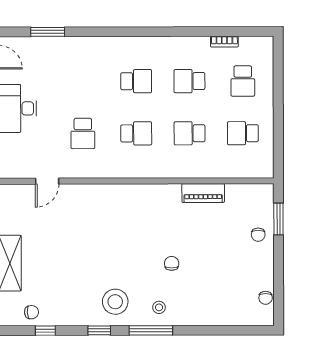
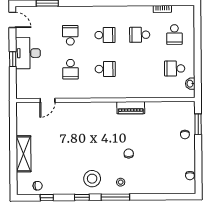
school desk: (190, 133) -> (70, 35), moved, turned 90
washbasin: (267, 157) -> (190, 84), added
piano: (203, 193) -> (131, 108), moved

